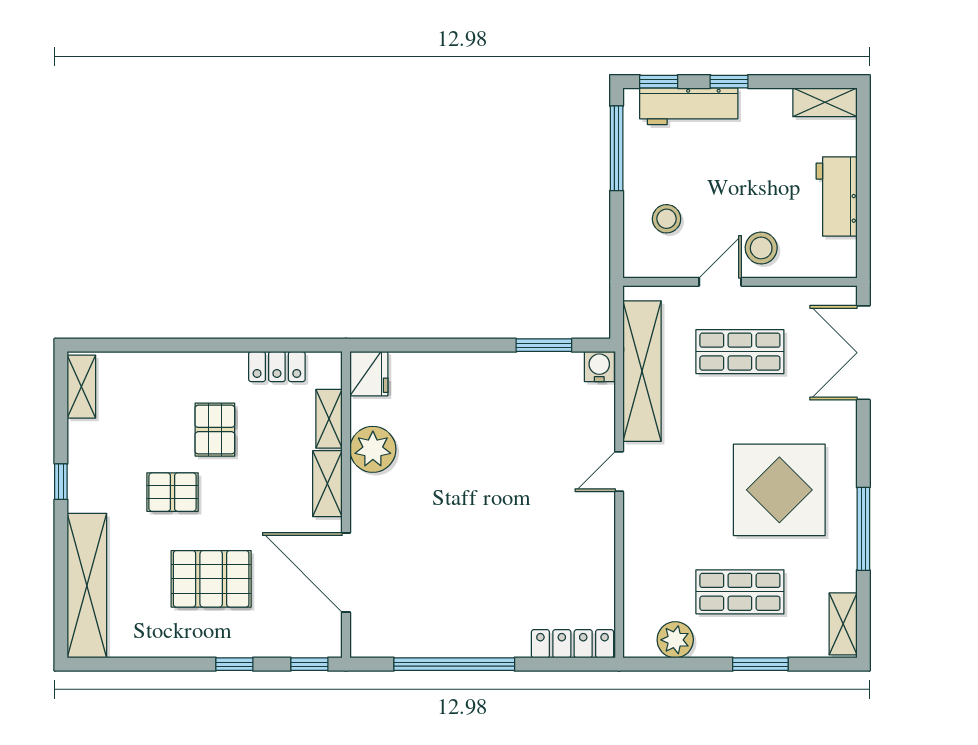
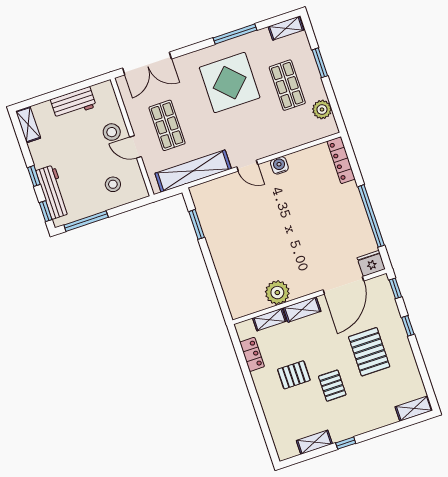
water cooler: (599, 367) -> (279, 165), moved, turned 90
fridge: (369, 374) -> (371, 263), moved
shelving: (81, 387) -> (314, 442), moved
shelving: (87, 586) -> (414, 409), width x0.45, depth x0.75

